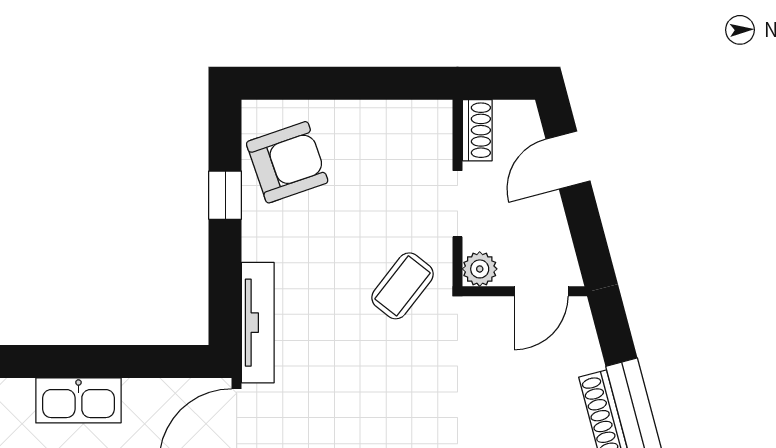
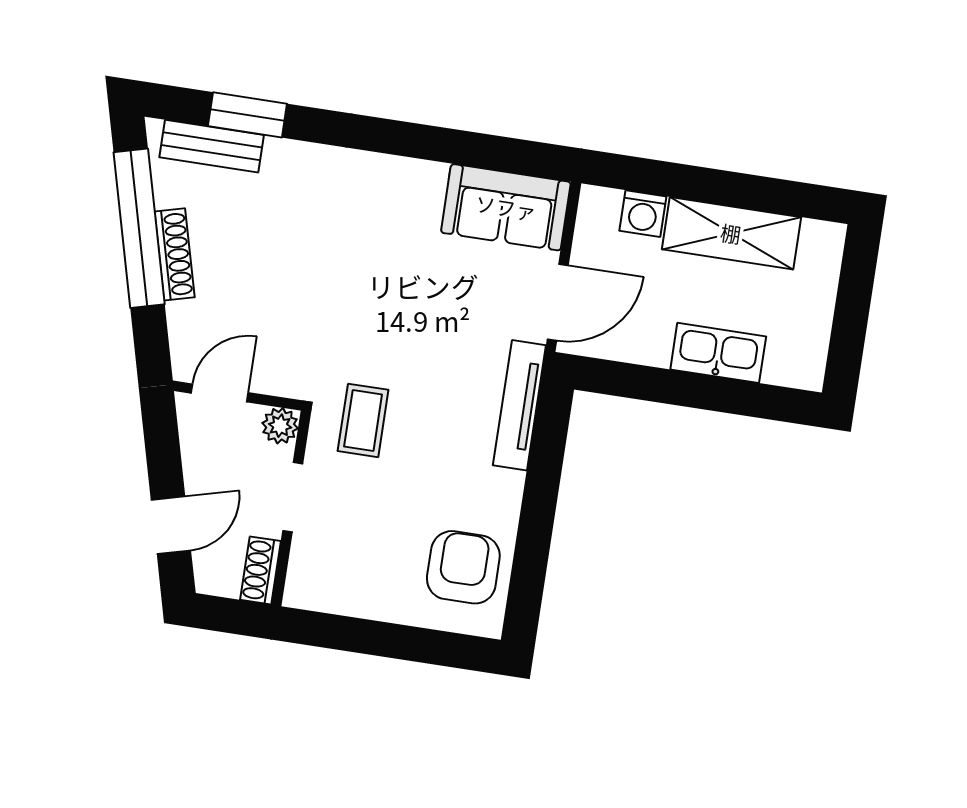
armchair: (287, 162) -> (463, 567), turned 109
window: (225, 195) -> (533, 543), removed
coffee table: (402, 286) -> (363, 420), turned -38

